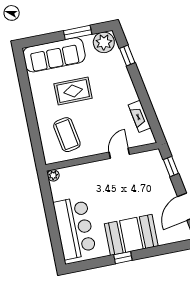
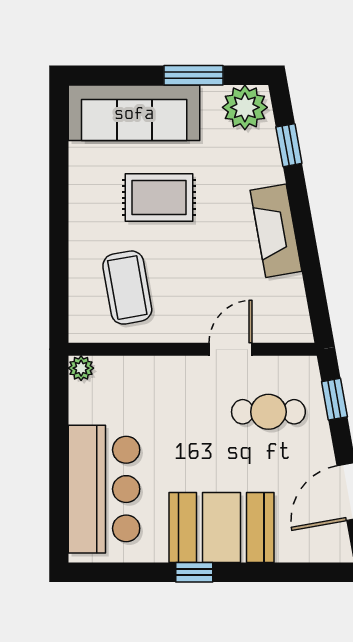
fireplace: (140, 116) -> (276, 231), moved, width x1.37, depth x1.32
cafe table: (142, 178) -> (268, 412), added

